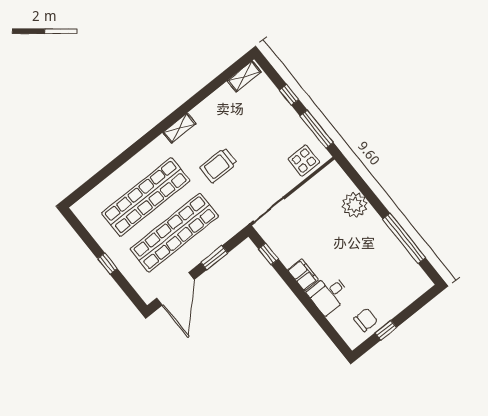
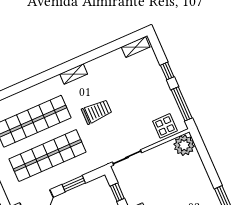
trolley: (219, 165) -> (97, 112), turned 180
plant: (355, 205) -> (184, 145), moved

